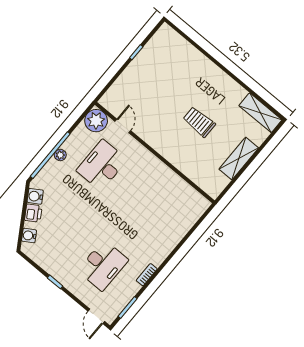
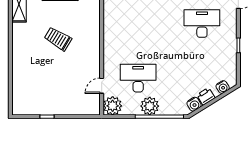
trolley: (199, 122) -> (58, 39), turned 121
plant: (60, 155) -> (150, 106), width x1.88, depth x1.88
desk: (102, 165) -> (138, 78), turned 180

